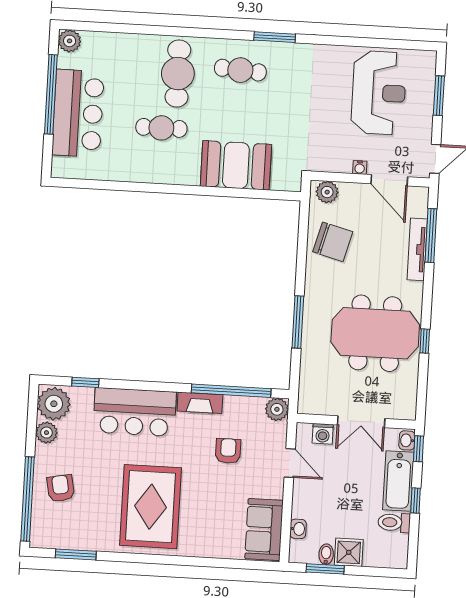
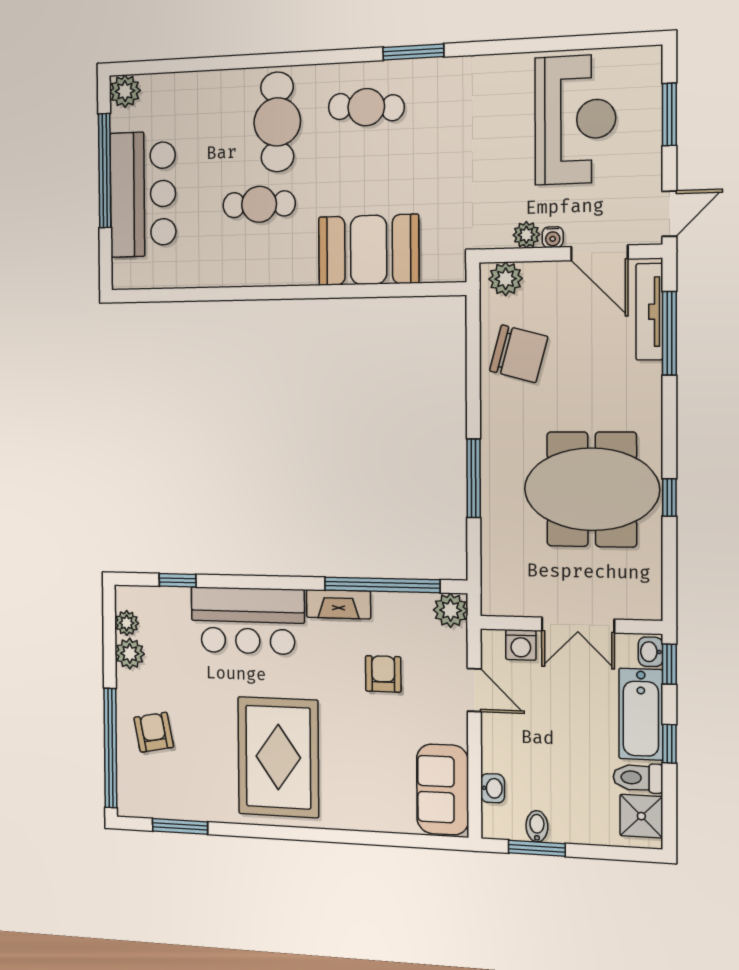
plant: (343, 164) -> (526, 235), added
tv unit: (417, 249) -> (649, 312), moved
plant: (54, 404) -> (127, 623), width x0.53, depth x0.53
shower: (349, 552) -> (641, 816), moved

